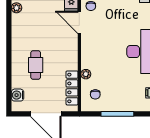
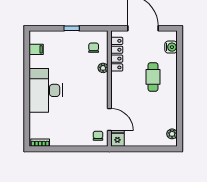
window: (117, 114) -> (72, 28), width x0.46

